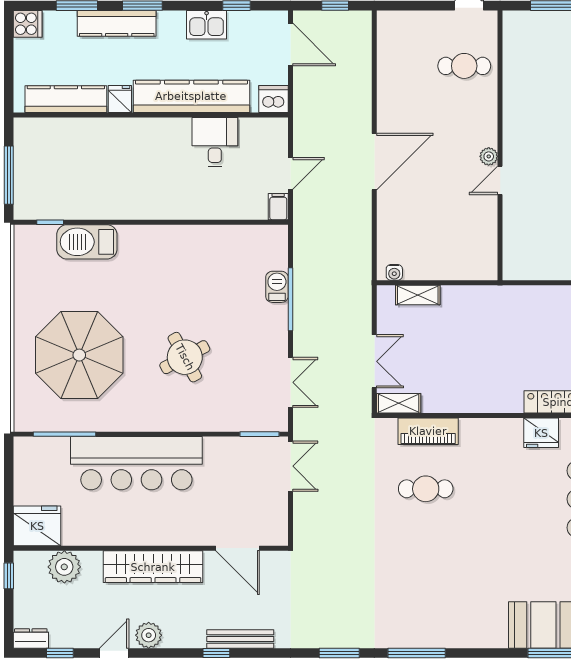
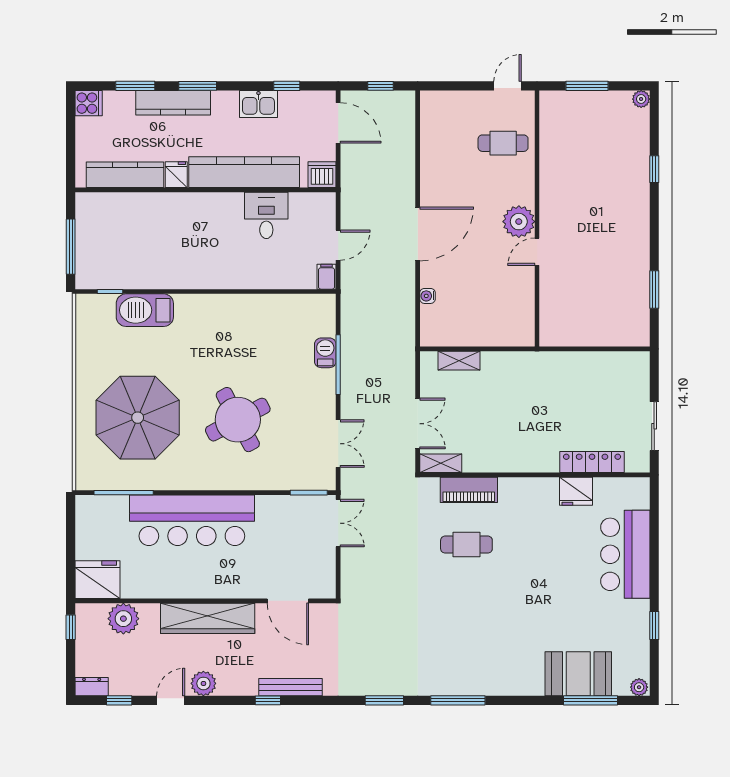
plant: (489, 156) -> (519, 222), width x1.88, depth x1.88
water cooler: (394, 272) -> (427, 296), moved, turned 90
round table: (185, 357) -> (238, 420), width x1.36, depth x1.36

